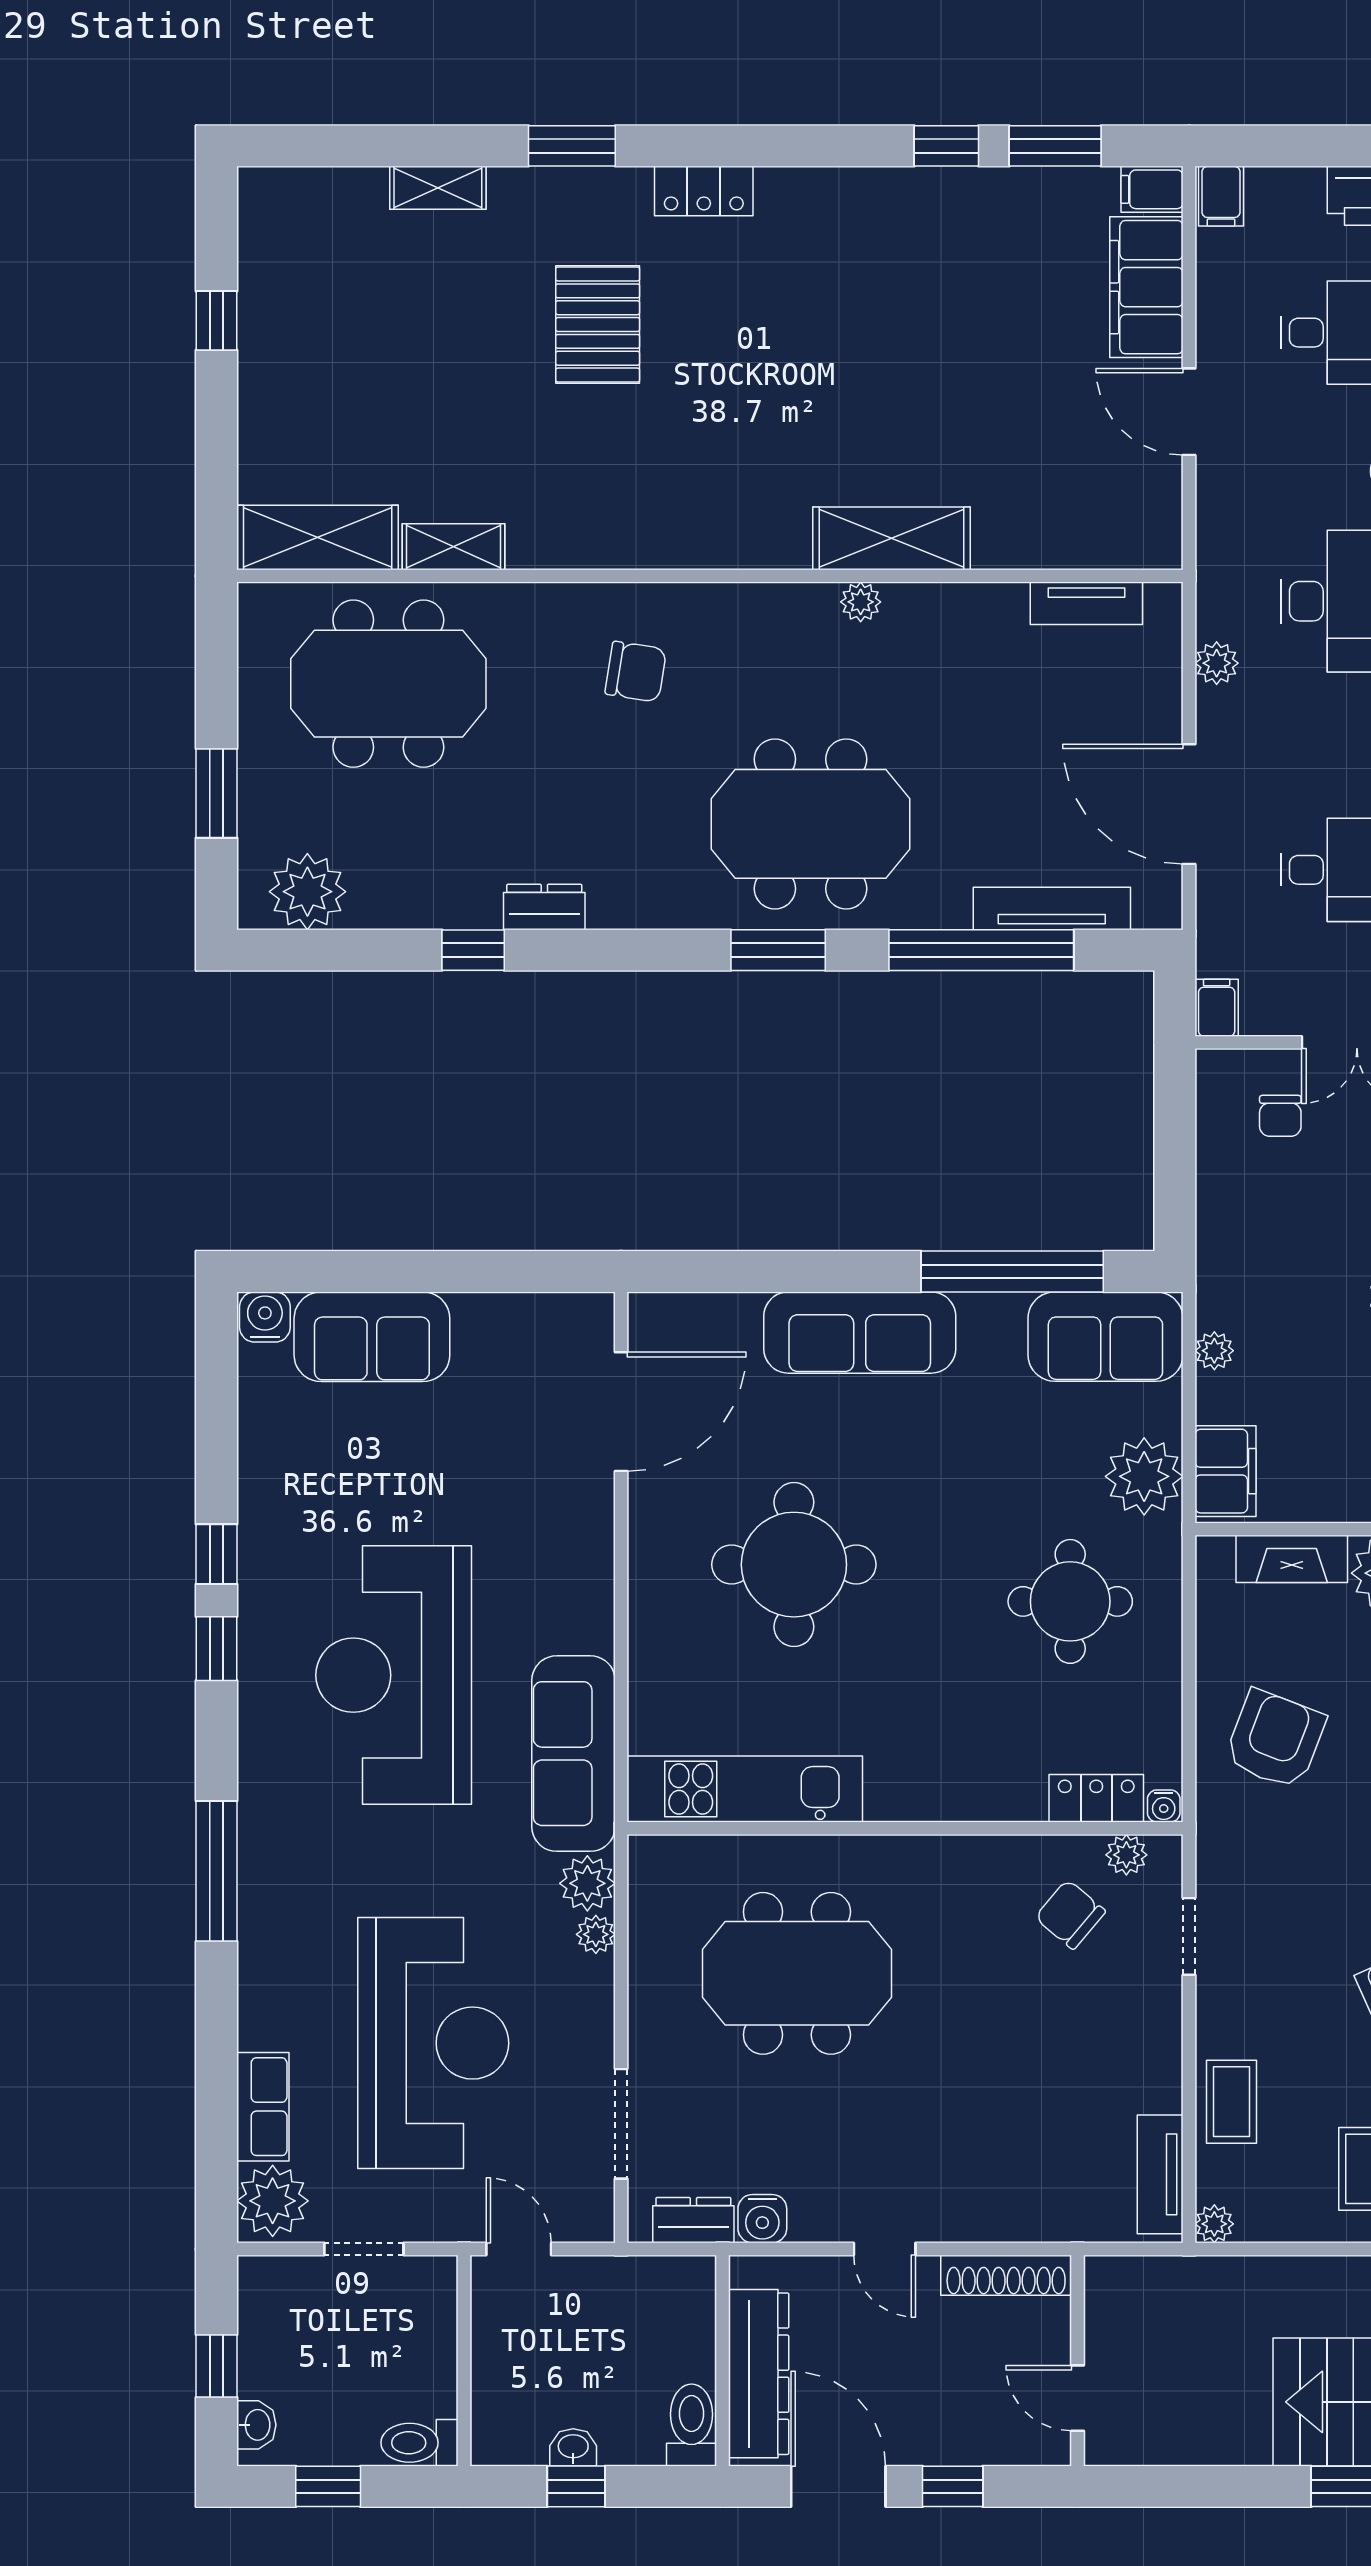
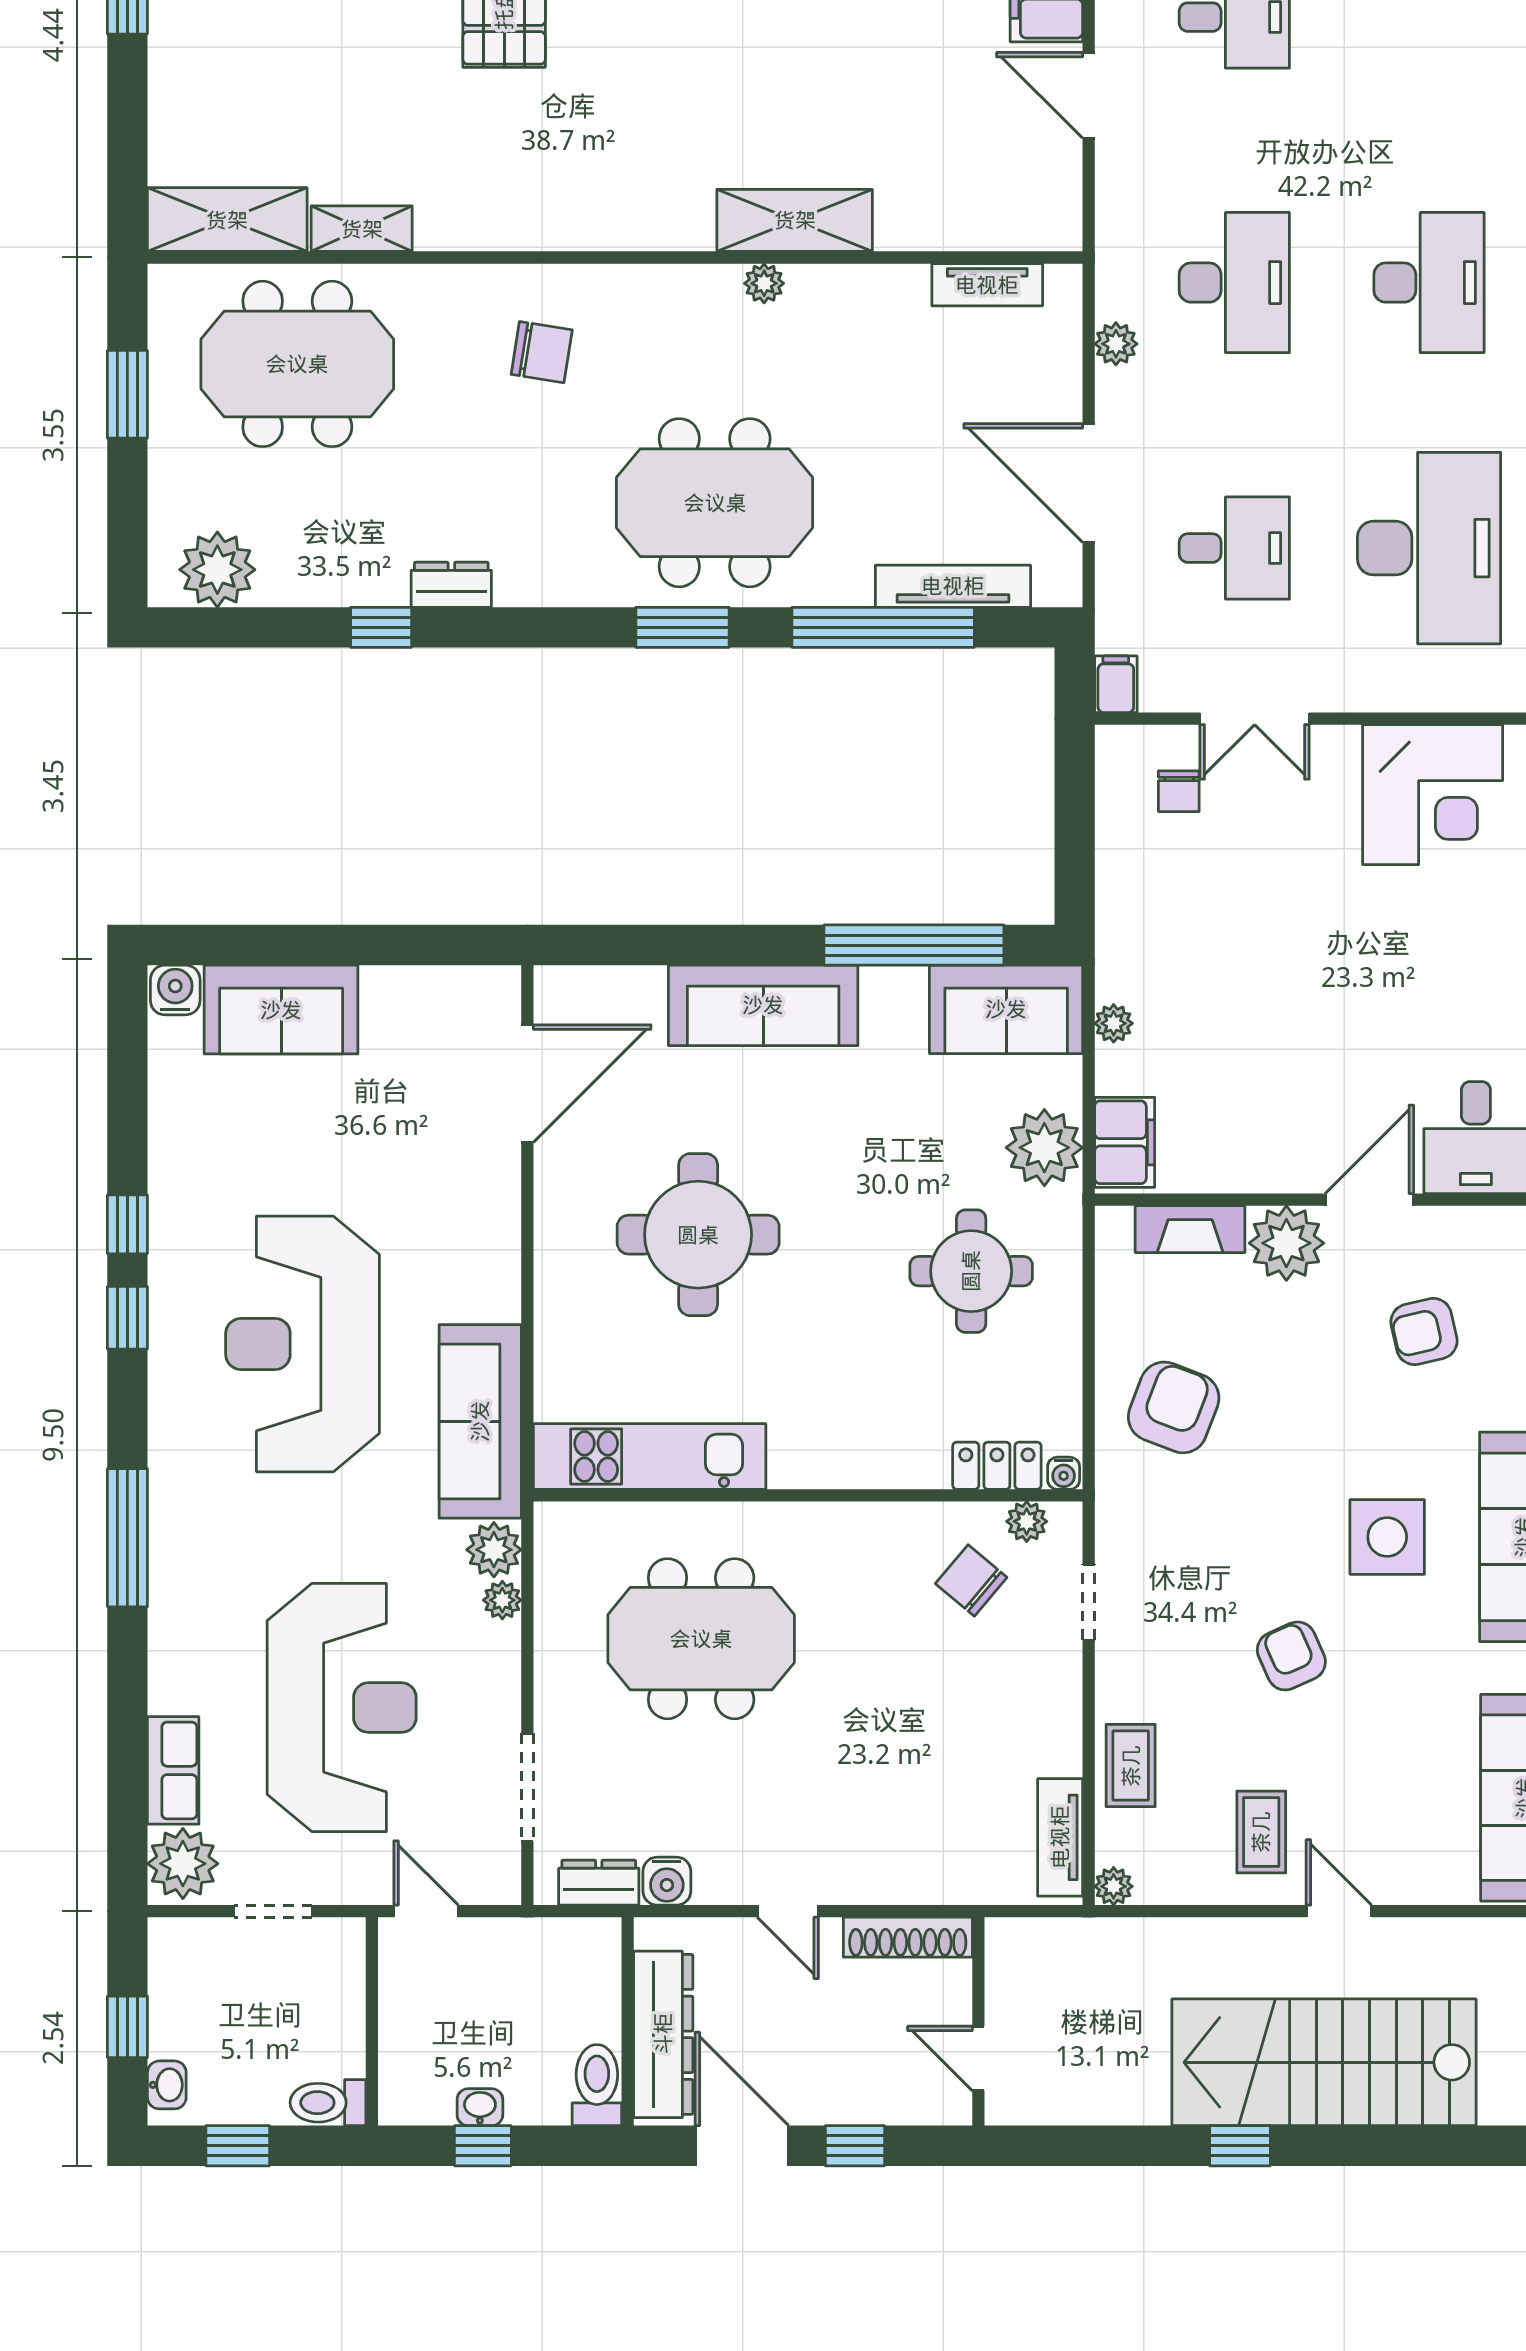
window: (217, 793) -> (127, 394), moved

